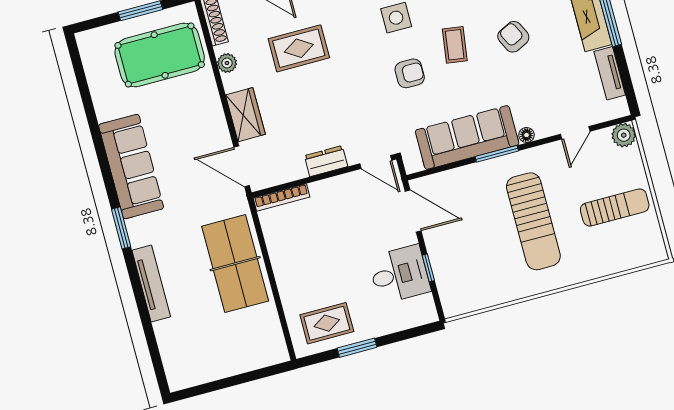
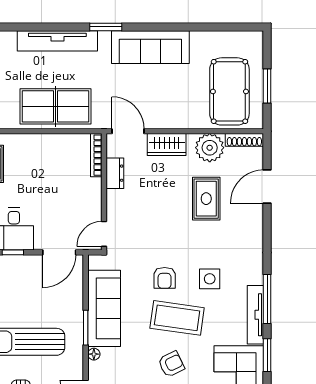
coffee table: (455, 45) -> (177, 318), width x1.86, depth x1.72
plant: (227, 63) -> (210, 148), width x1.88, depth x1.88
dresser: (326, 161) -> (115, 173), moved
door: (242, 166) -> (128, 131), hinge flipped
tv unit: (151, 283) -> (57, 41), width x1.36, depth x1.29

